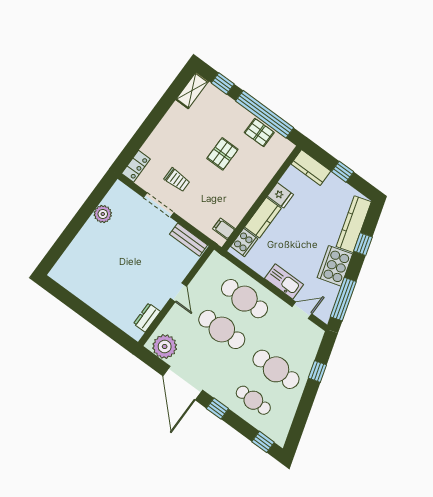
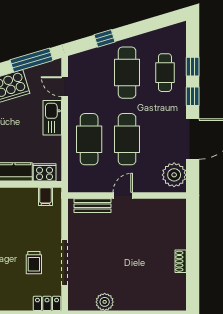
trolley: (177, 180) -> (34, 263), turned 180
doorway: (159, 205) -> (65, 263), width x1.36
bench: (189, 240) -> (92, 206), moved, turned 90
shoe rack: (90, 300) -> (181, 261), added
dresser: (147, 318) -> (161, 206), removed
window: (263, 442) -> (193, 67), moved

